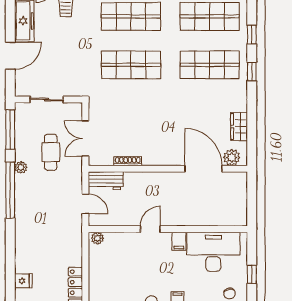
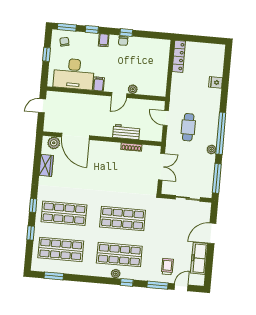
cafe table: (51, 152) -> (188, 127), moved
workbench: (106, 181) -> (126, 132), moved
door: (252, 205) -> (42, 106), added
plant: (97, 238) -> (133, 89), moved
fridge: (23, 281) -> (216, 82), moved

